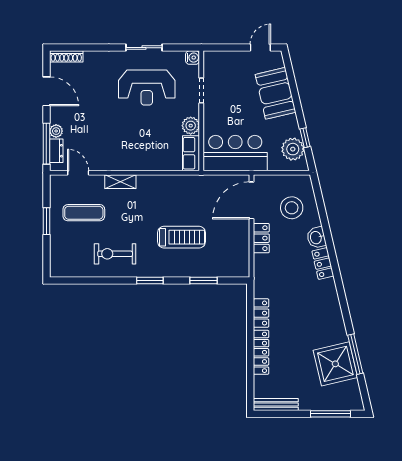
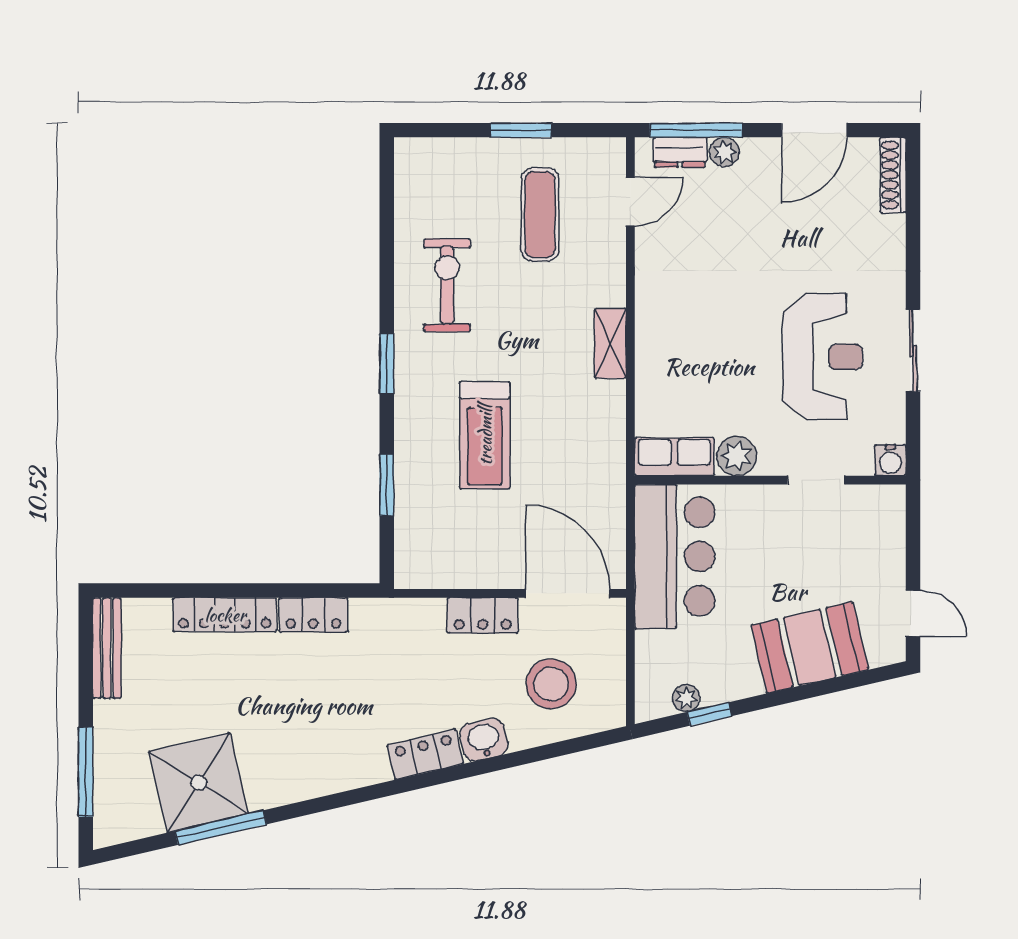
reception desk: (147, 88) -> (823, 357), turned 180
plant: (293, 149) -> (686, 698), width x0.53, depth x0.53
shelving: (120, 182) -> (610, 343), moved

